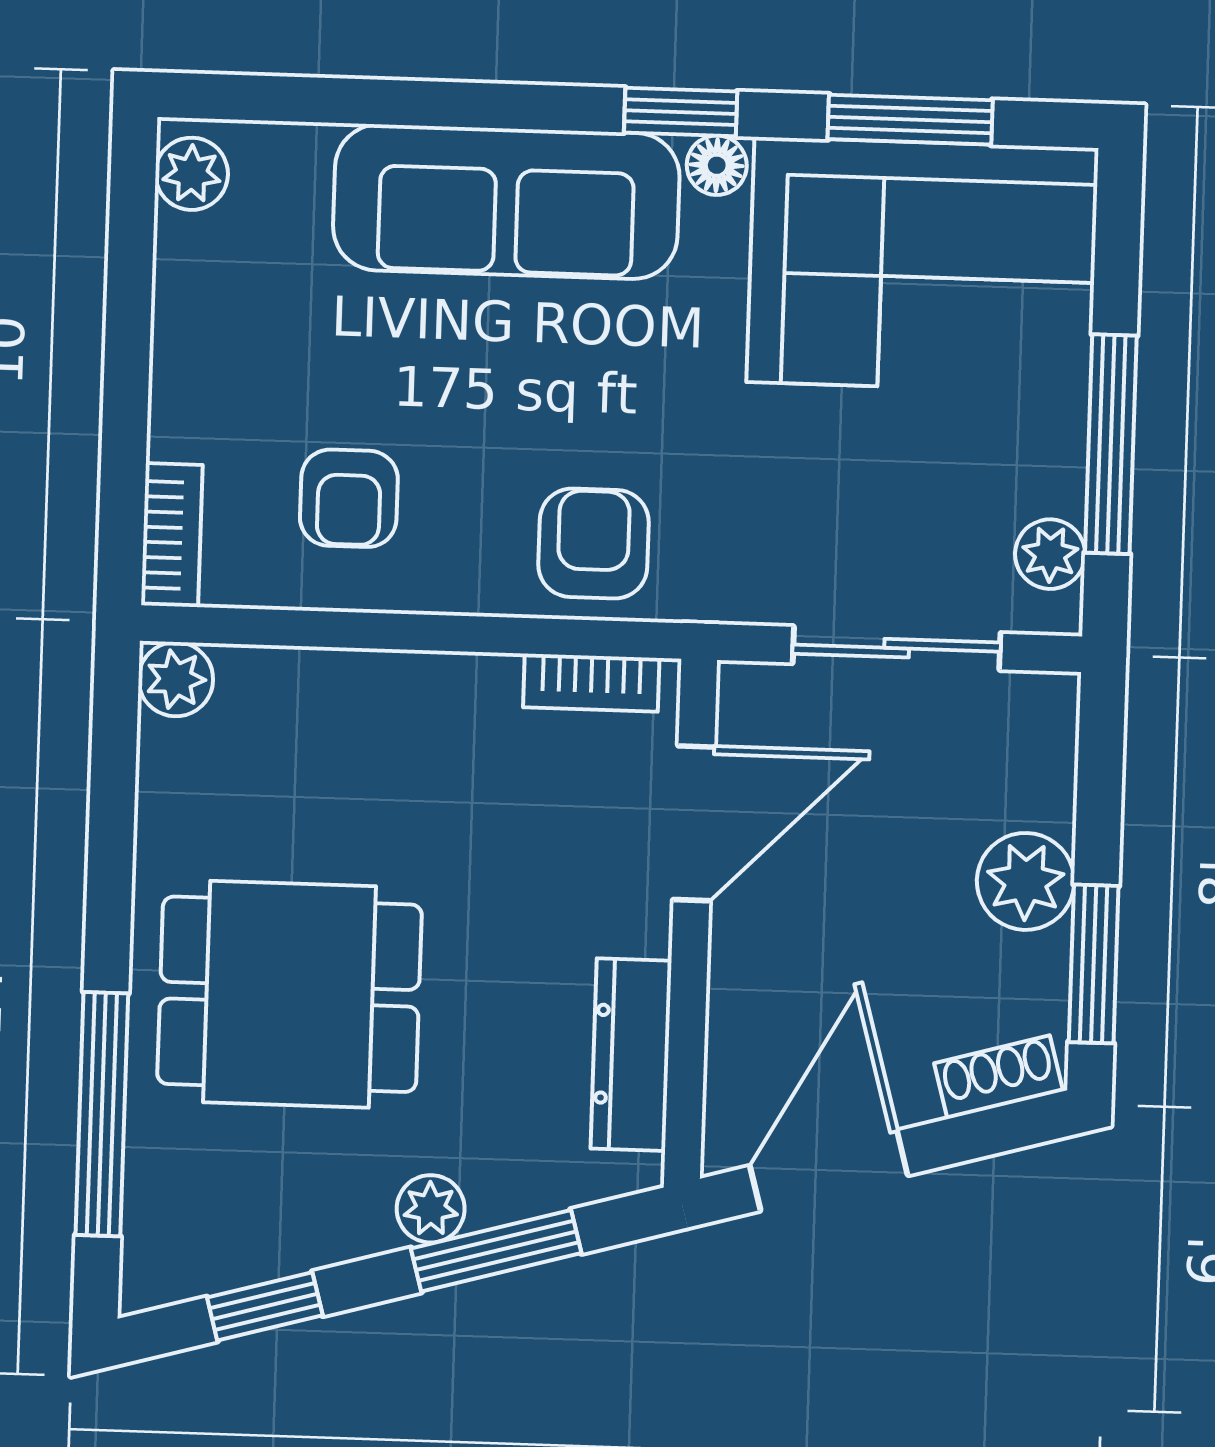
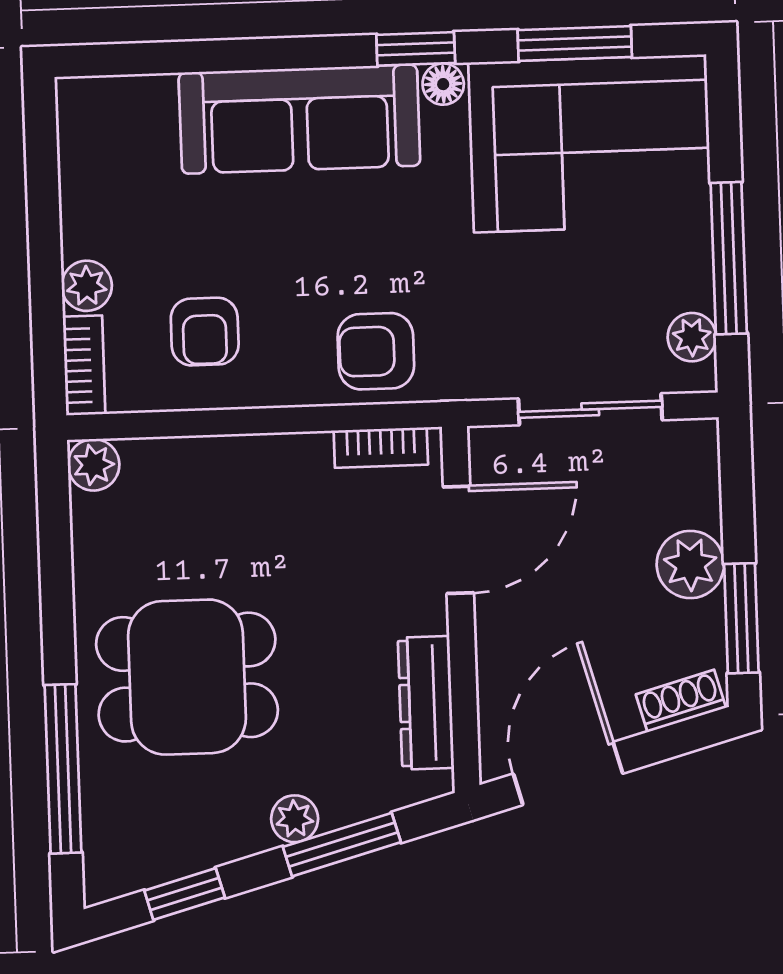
plant: (192, 174) -> (87, 286), moved
armchair: (594, 543) -> (376, 351), turned -90

